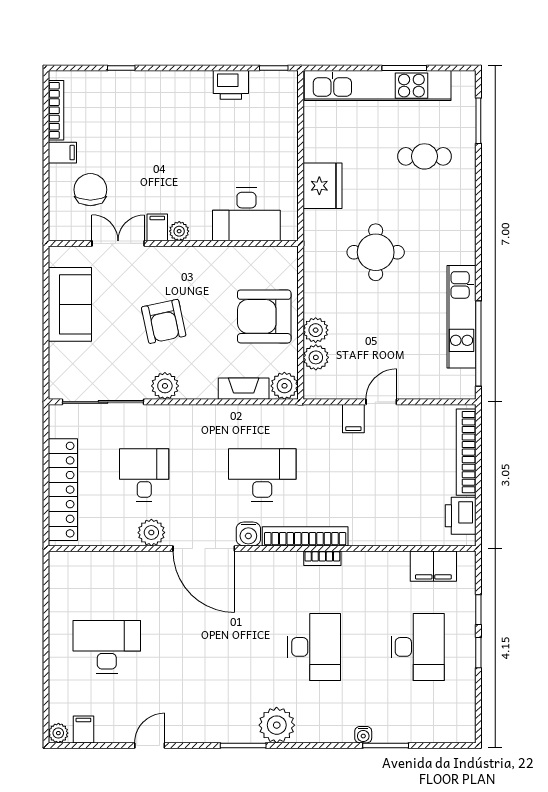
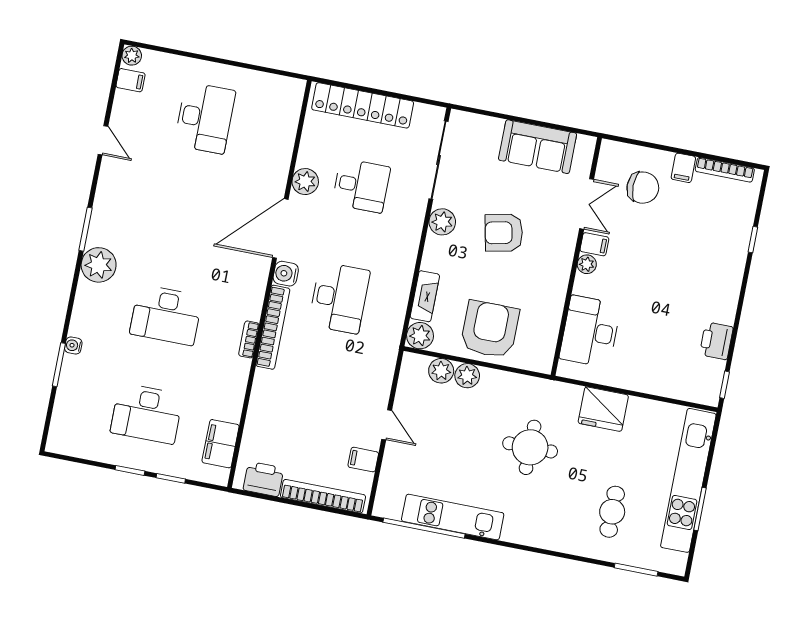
filing cabinet: (353, 419) -> (363, 460), moved

